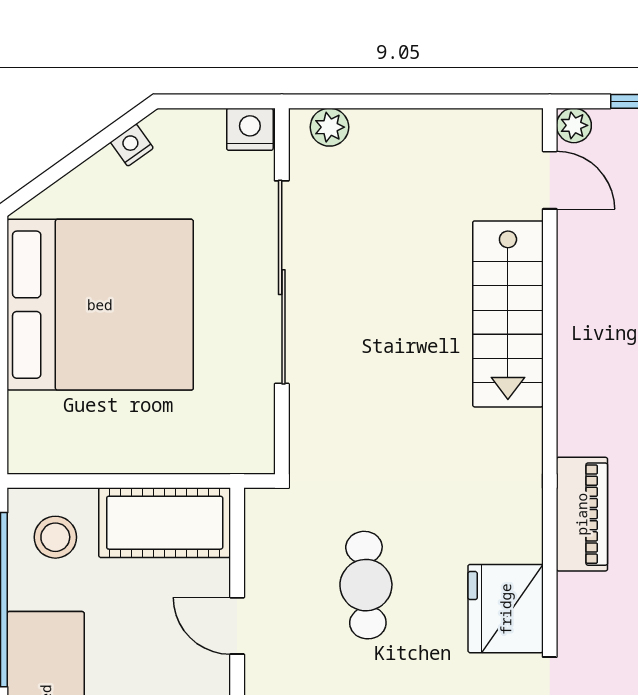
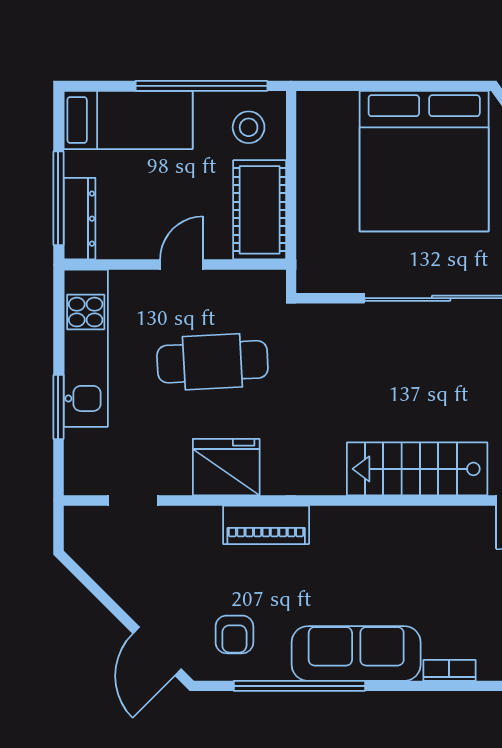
cafe table: (366, 585) -> (212, 362), width x1.37, depth x1.35
fridge: (506, 609) -> (226, 467), moved

